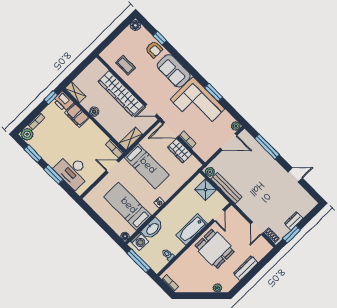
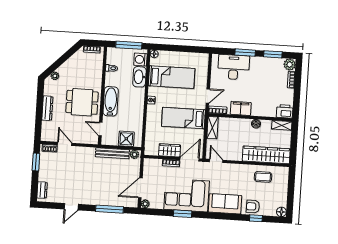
wardrobe: (121, 93) -> (266, 155), moved
window: (51, 97) -> (296, 106), removed
door: (151, 110) -> (216, 161), hinge flipped
filing cabinet: (77, 115) -> (241, 108), moved
dresser: (294, 221) -> (42, 190), moved

